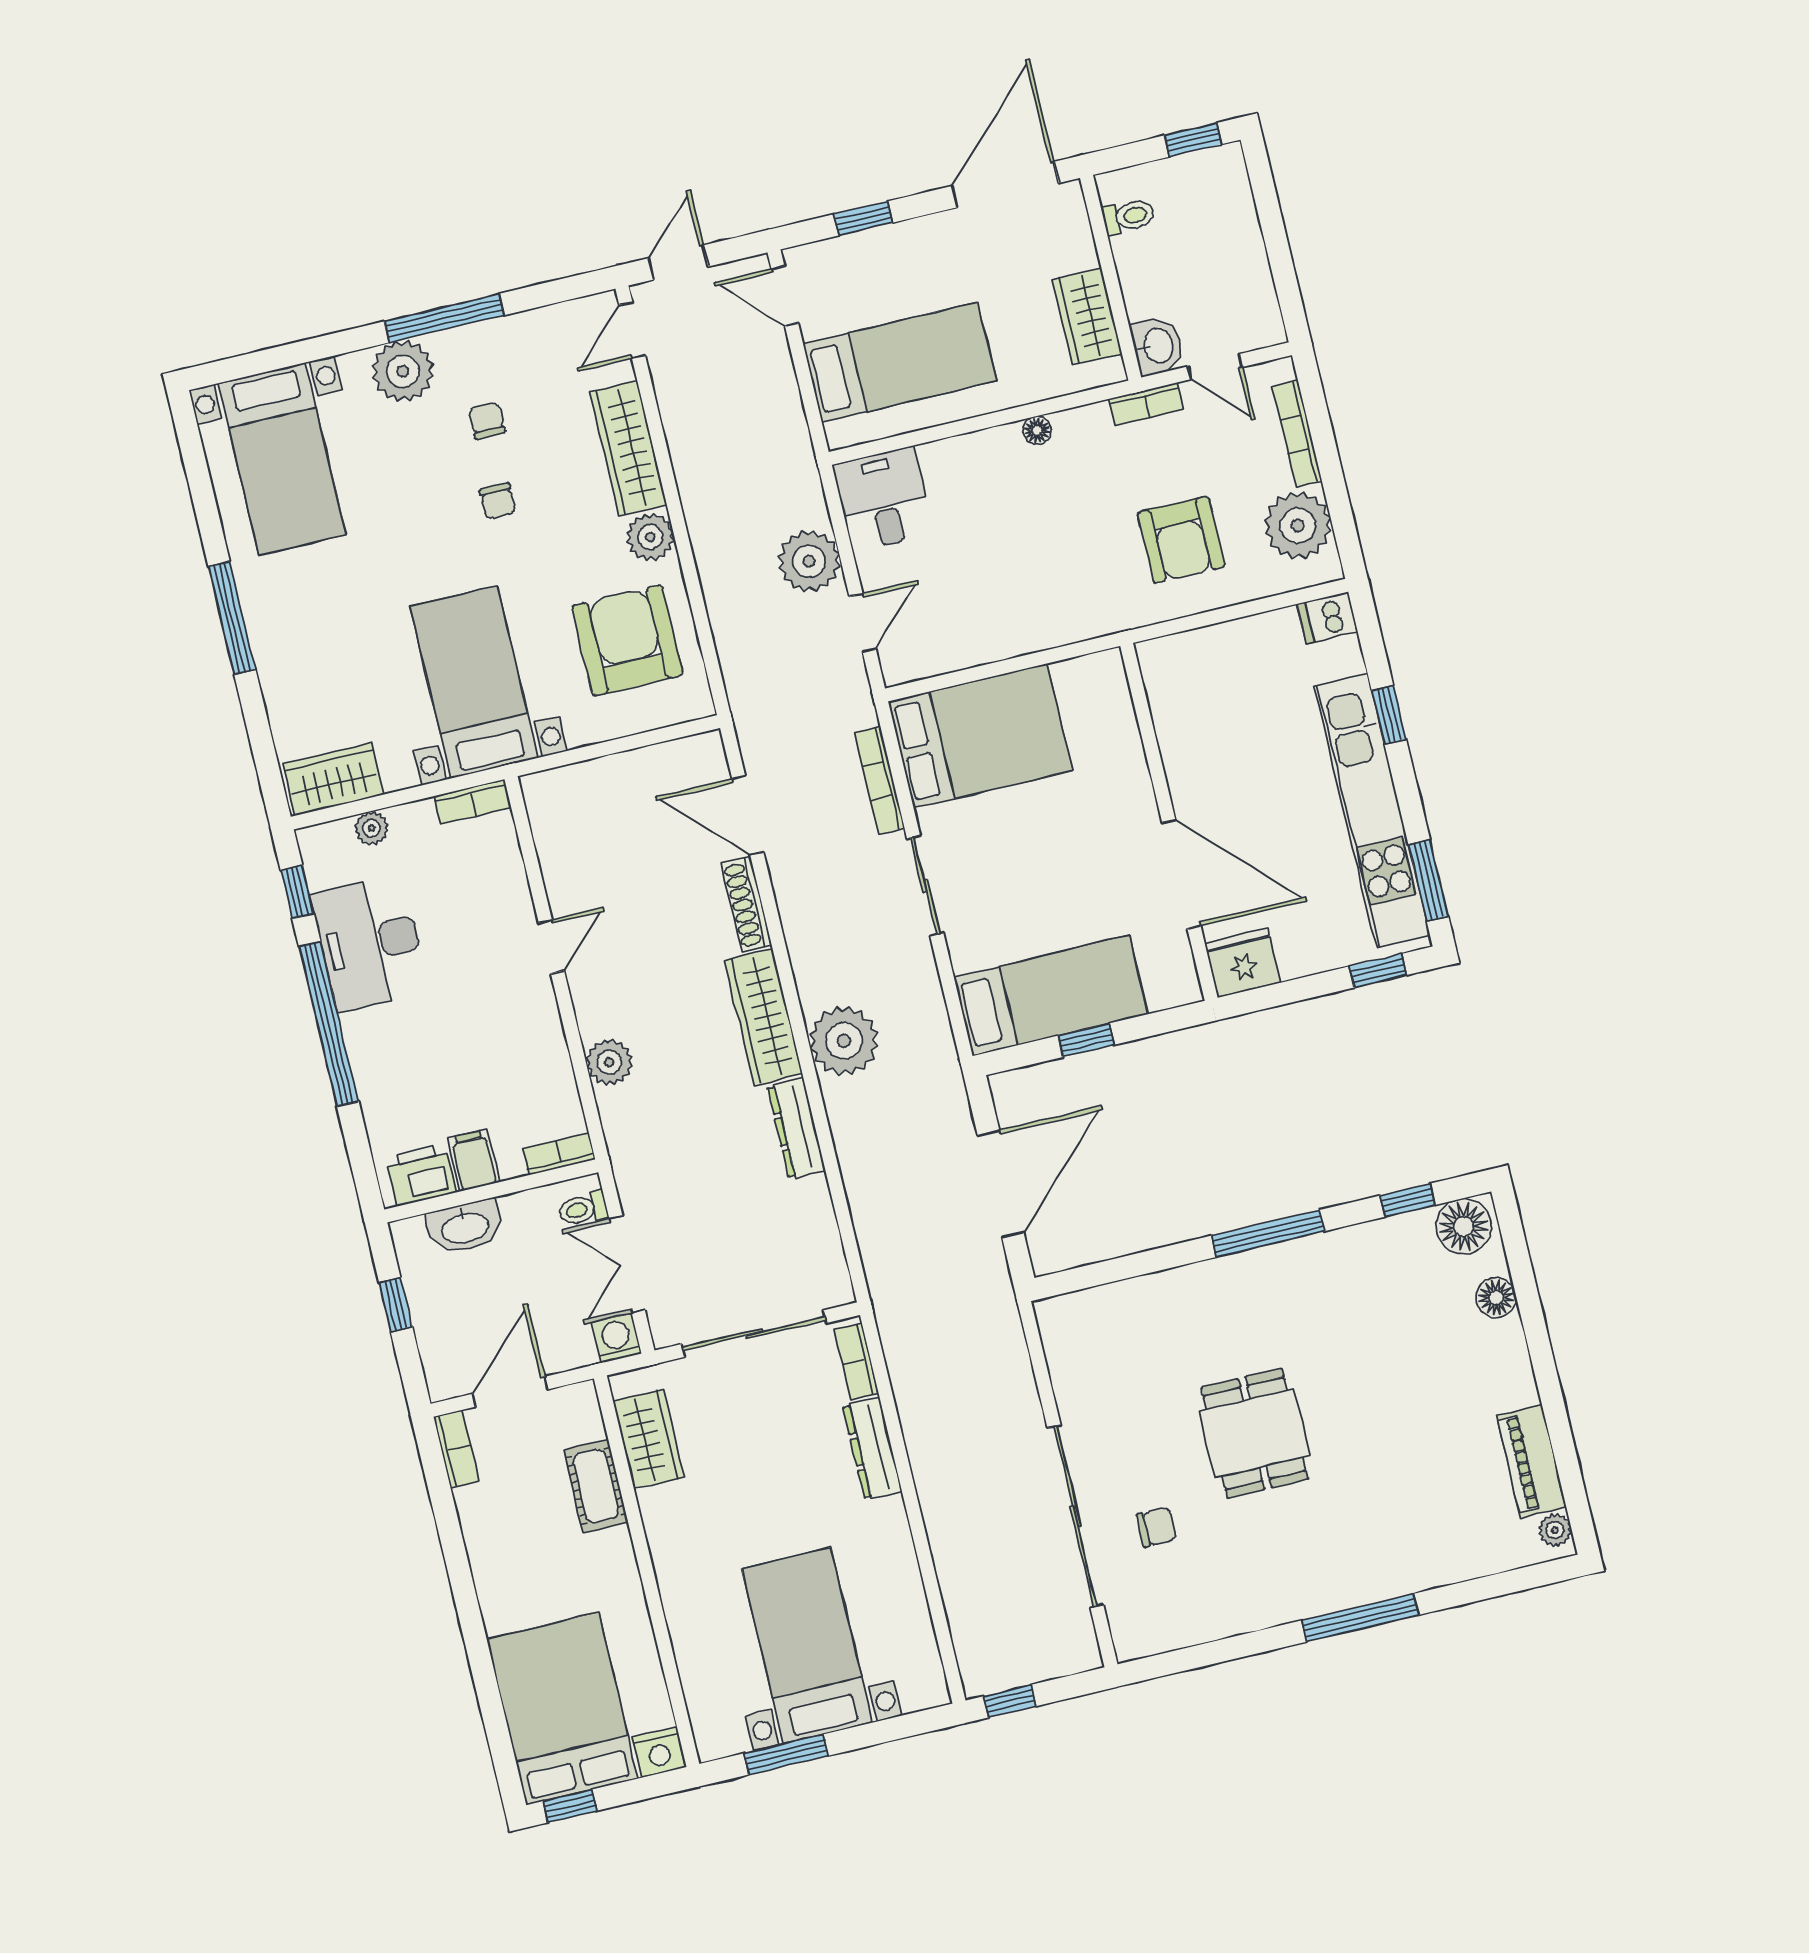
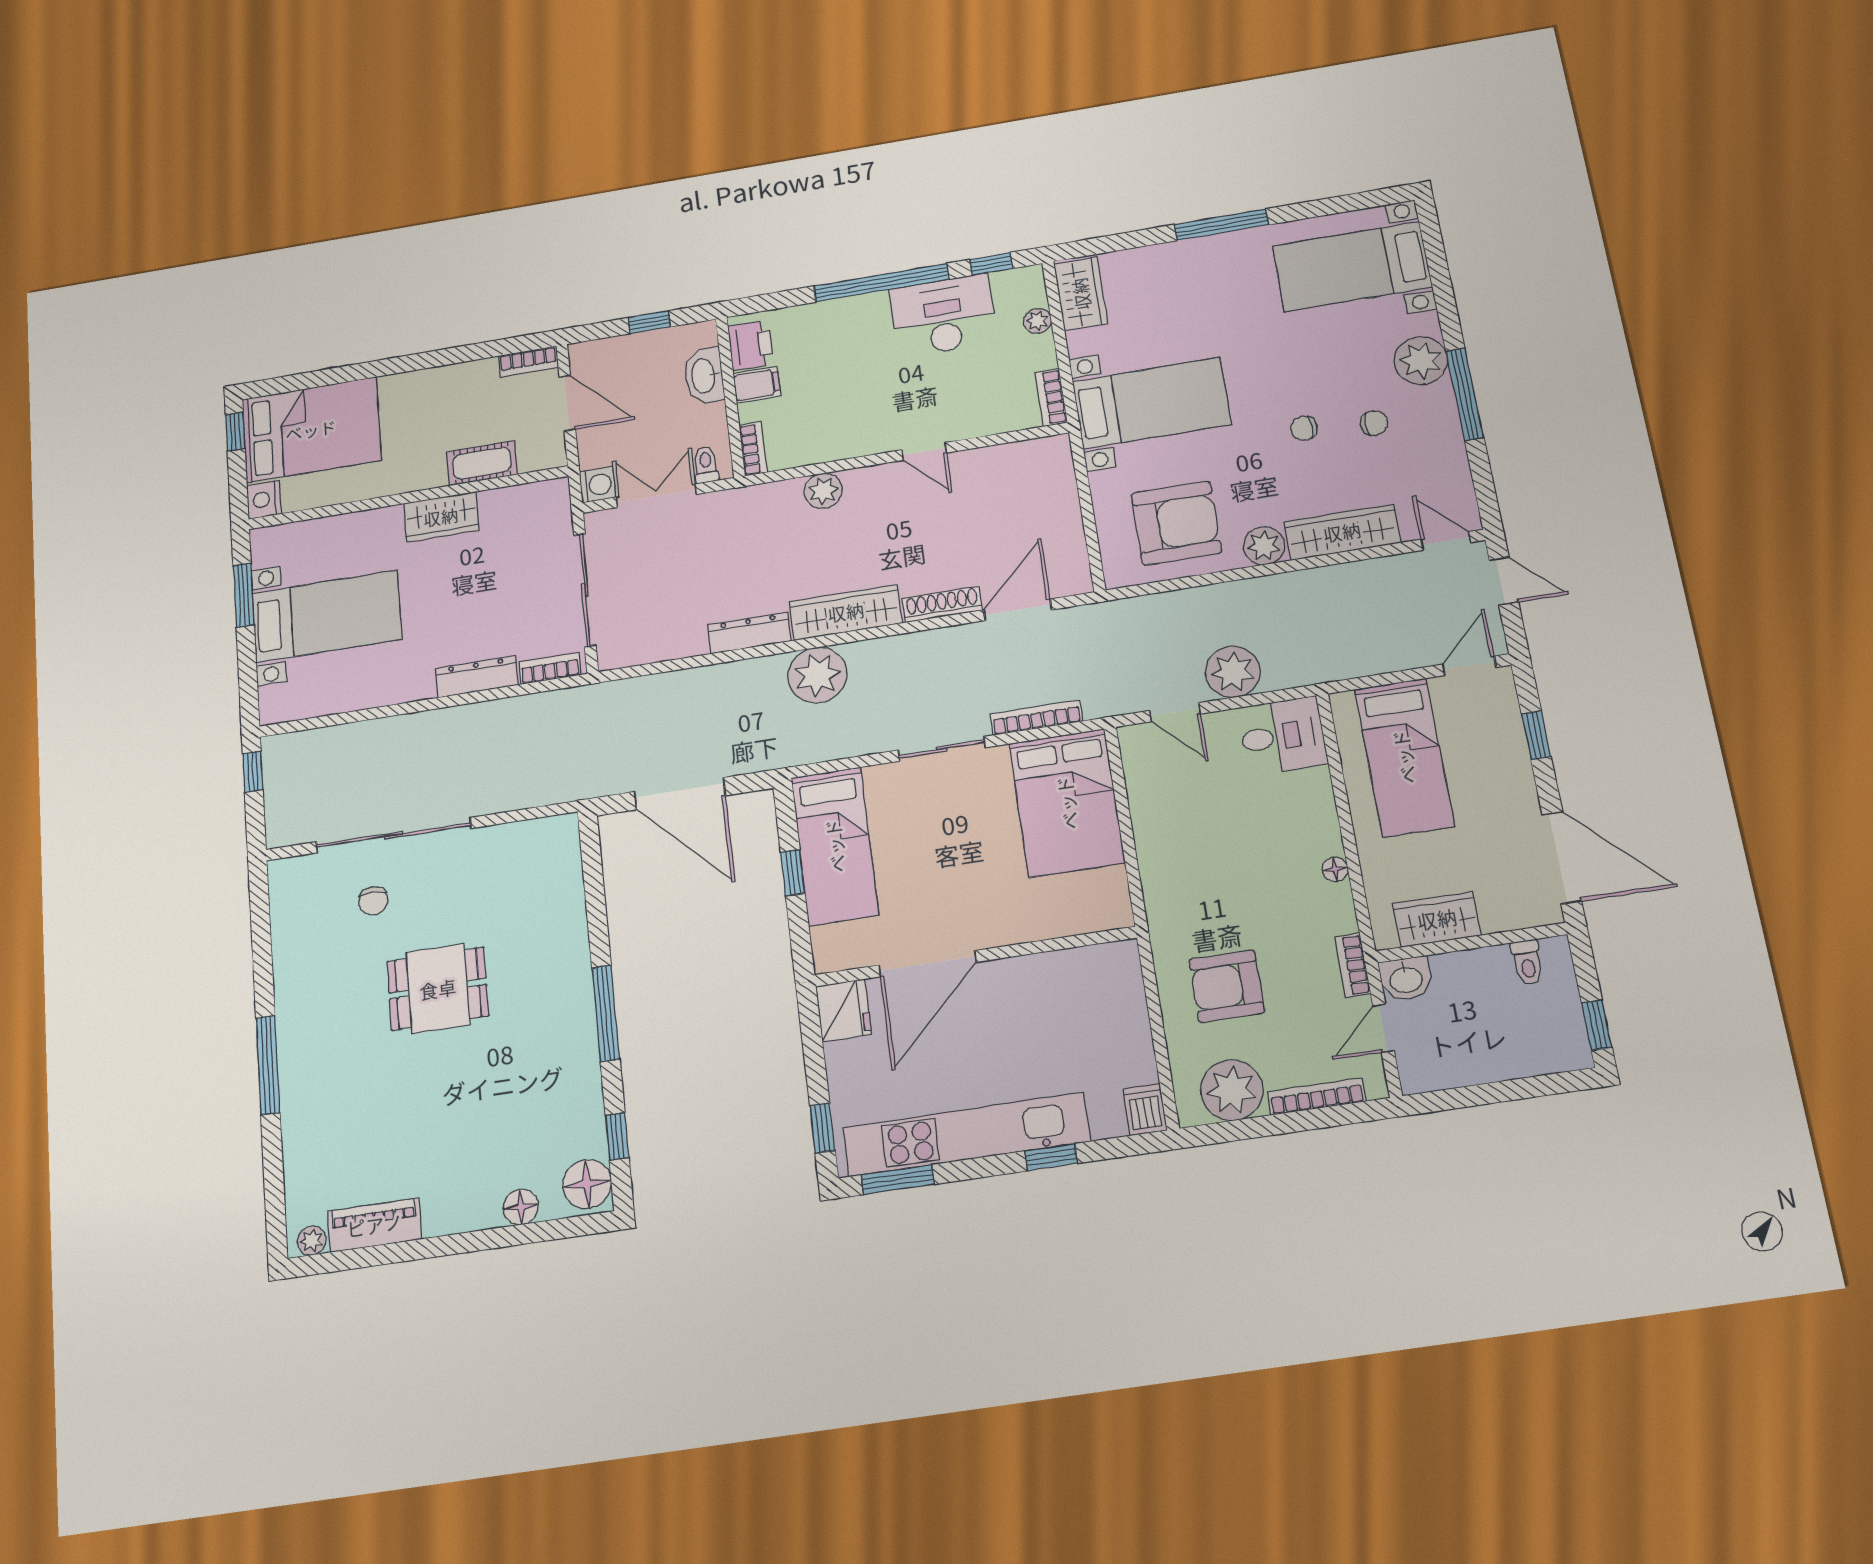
wardrobe: (649, 1439) -> (441, 517), moved

